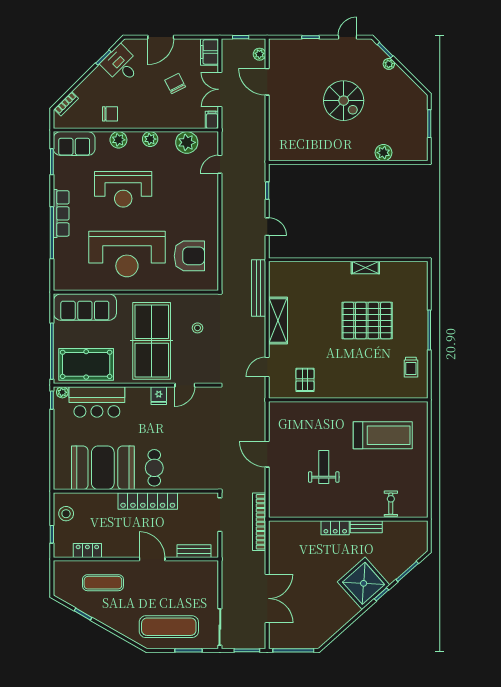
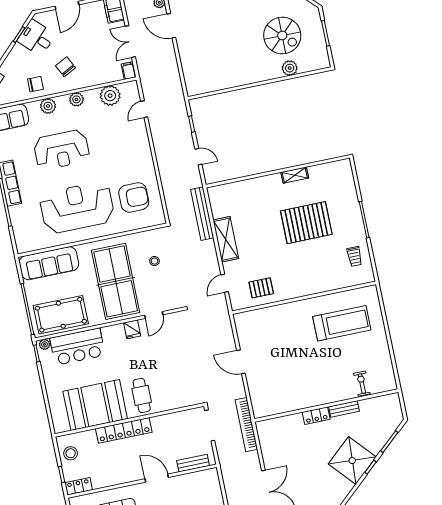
chair: (175, 84) -> (65, 67), moved
spiral stairs: (344, 101) -> (282, 36), moved
reception desk: (127, 254) -> (77, 208), turned 180
pallet: (305, 380) -> (261, 288), turned 90
weight bench: (324, 467) -> (295, 363), removed
locker: (148, 501) -> (124, 430), moved
locker: (87, 550) -> (79, 486), moved

